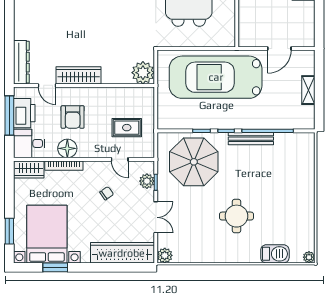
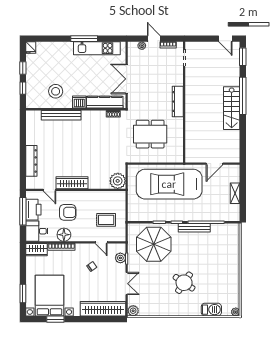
dresser: (21, 62) -> (31, 161), moved
armchair: (73, 117) -> (68, 212), turned -90
round table: (237, 216) -> (184, 283), turned 34

